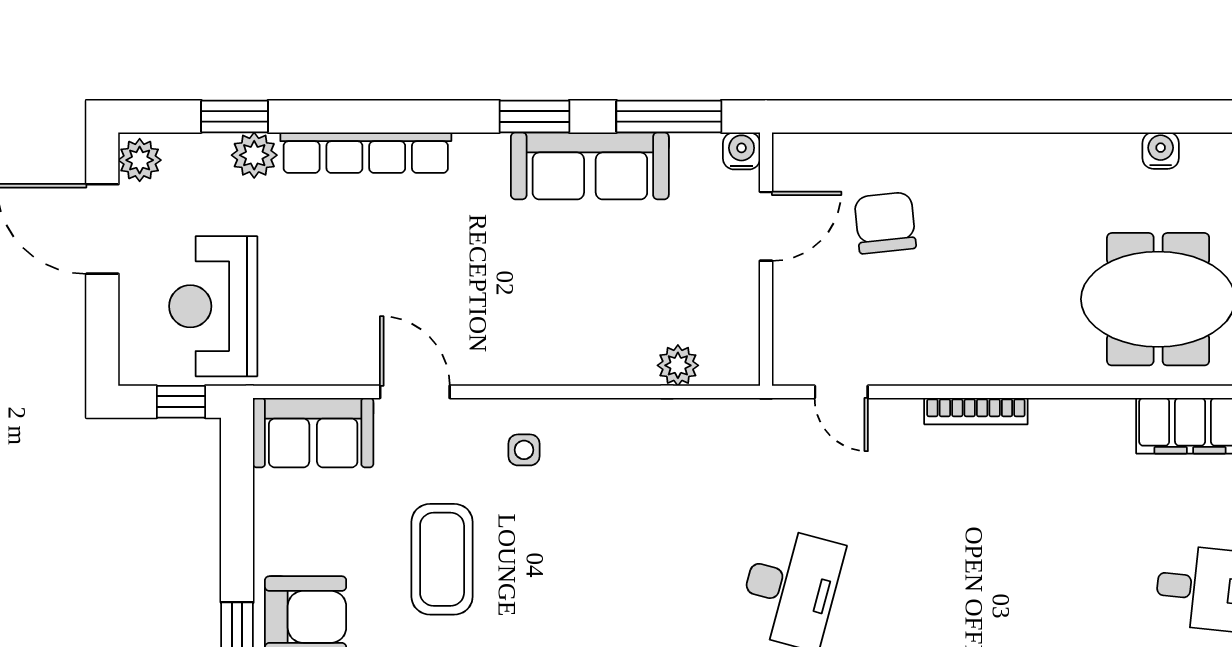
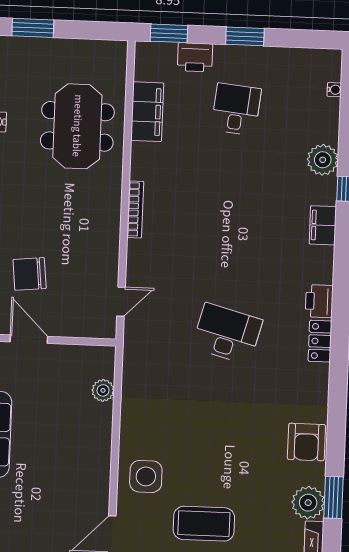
bookcase: (976, 411) -> (135, 209), moved
side table: (524, 450) -> (146, 476), width x1.87, depth x1.87

